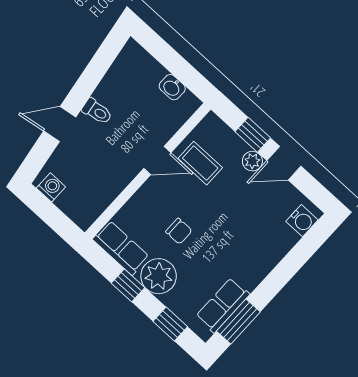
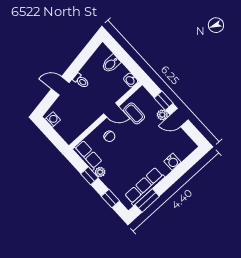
bidet: (149, 75) -> (111, 64), added
washbasin: (172, 87) -> (131, 80), moved
water cooler: (302, 221) -> (172, 162), moved
chair: (179, 231) -> (109, 136), moved
plant: (159, 276) -> (100, 172), width x0.53, depth x0.53
row of seats: (223, 305) -> (145, 186), width x1.48

